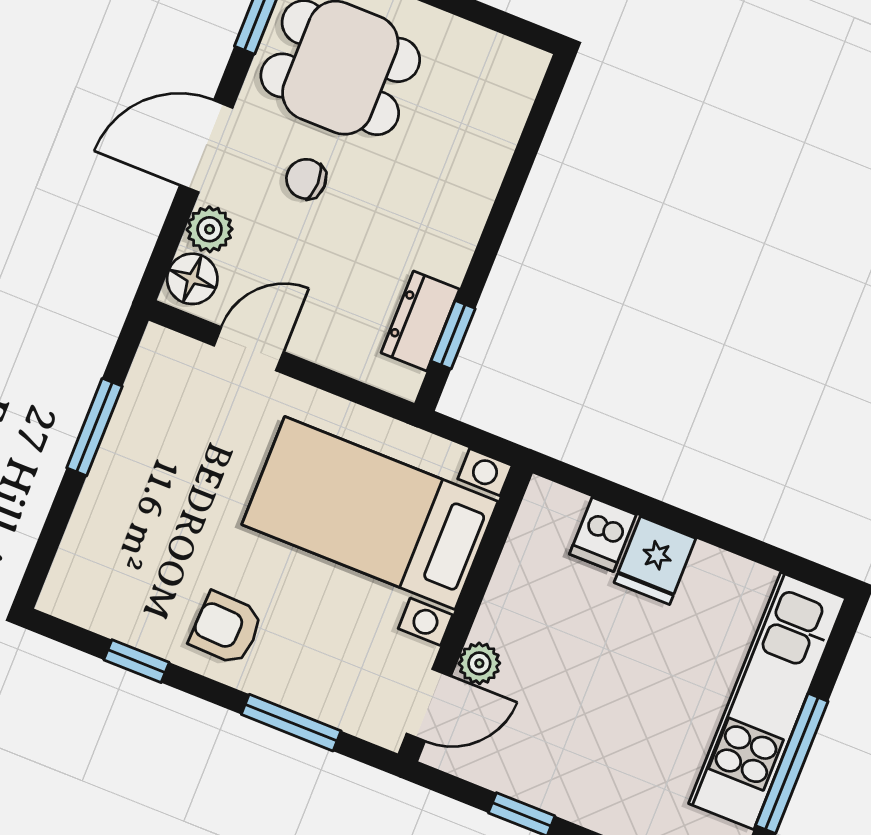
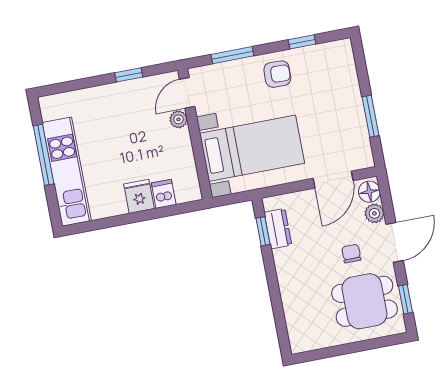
chair: (306, 179) -> (351, 254), turned -90
door: (249, 349) -> (333, 180), width x1.38

